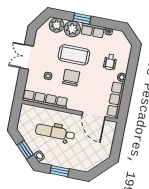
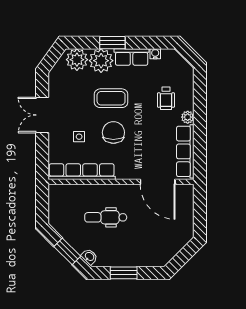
coffee table: (74, 55) -> (111, 98), width x0.73, depth x0.76
dental chair: (55, 132) -> (106, 217), width x0.73, depth x0.72

